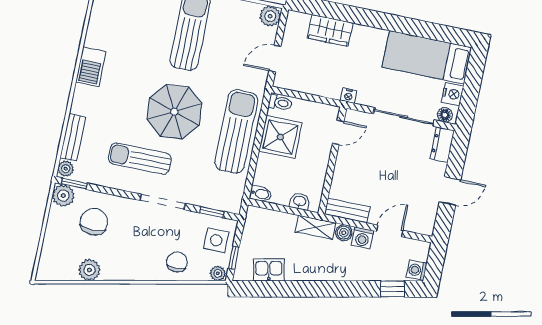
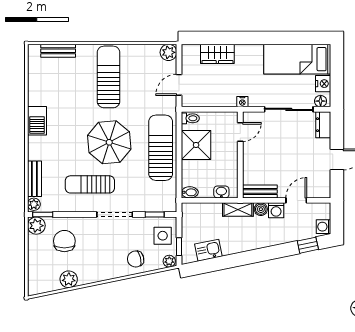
chair: (177, 262) -> (136, 259), turned -104

